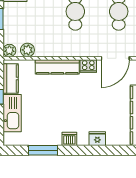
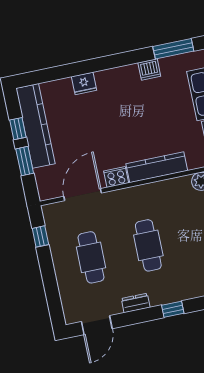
dishwasher: (69, 139) -> (149, 70), moved
window: (43, 150) -> (173, 49), moved

